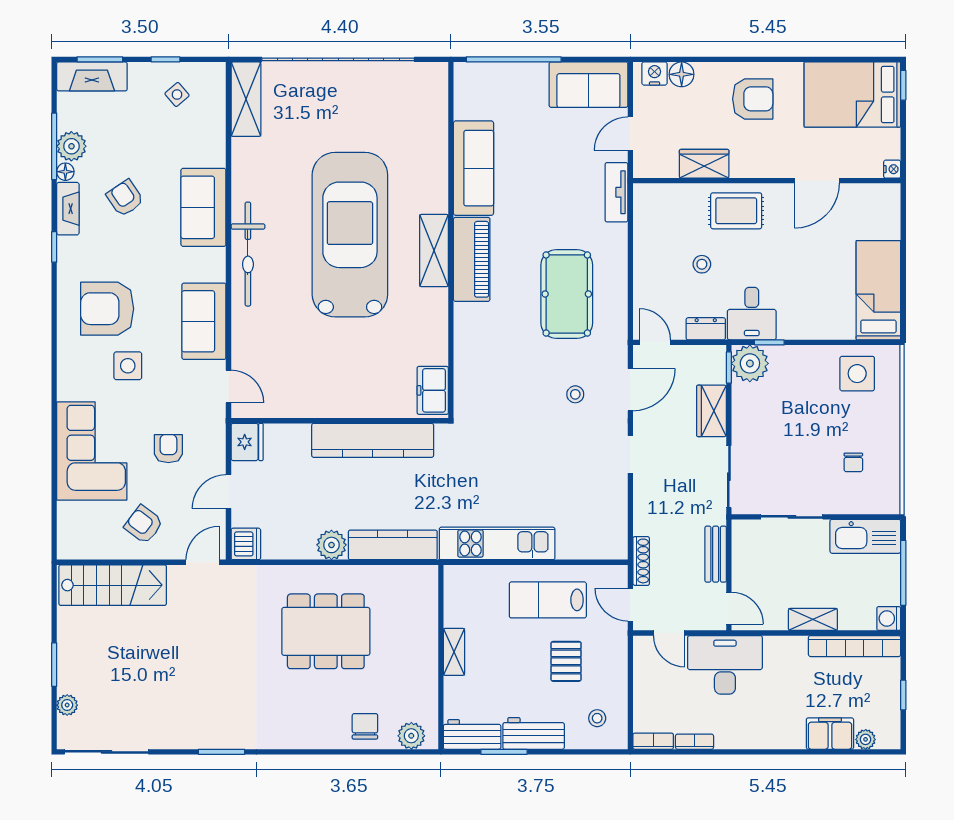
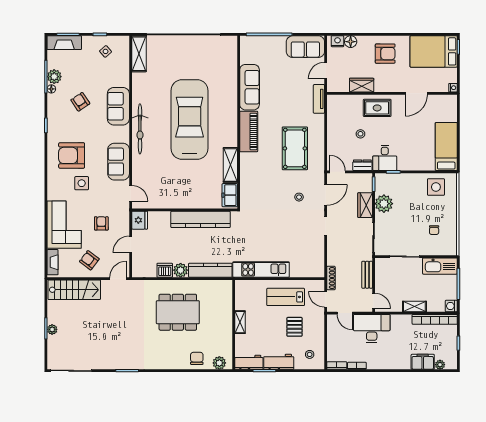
fireplace: (68, 209) -> (53, 262), moved
shelving: (434, 251) -> (230, 165), moved
plant: (750, 363) -> (384, 204), moved
dishwasher: (246, 544) -> (165, 270), moved, turned -90
plant: (67, 705) -> (52, 329), moved

